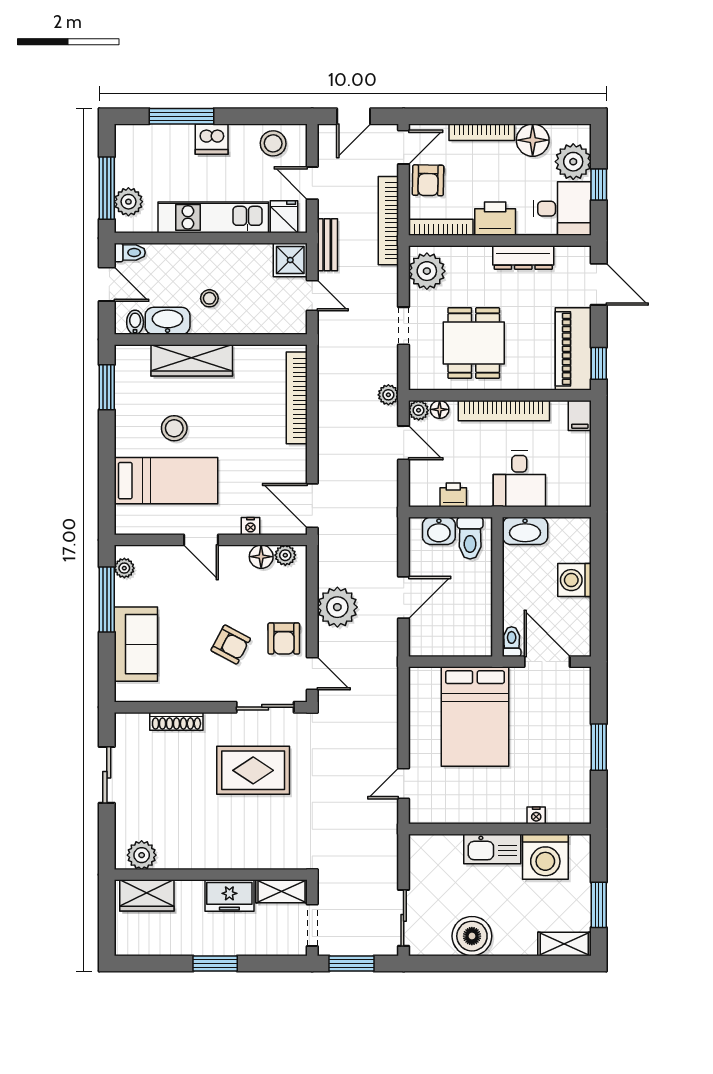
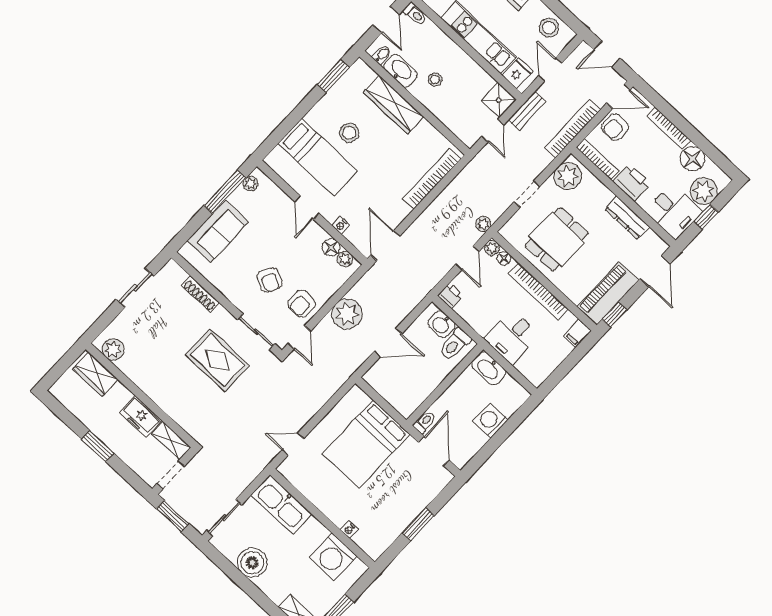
printer: (453, 495) -> (451, 296), moved
kitchen sink: (492, 849) -> (281, 504), moved, width x1.36, depth x1.24

